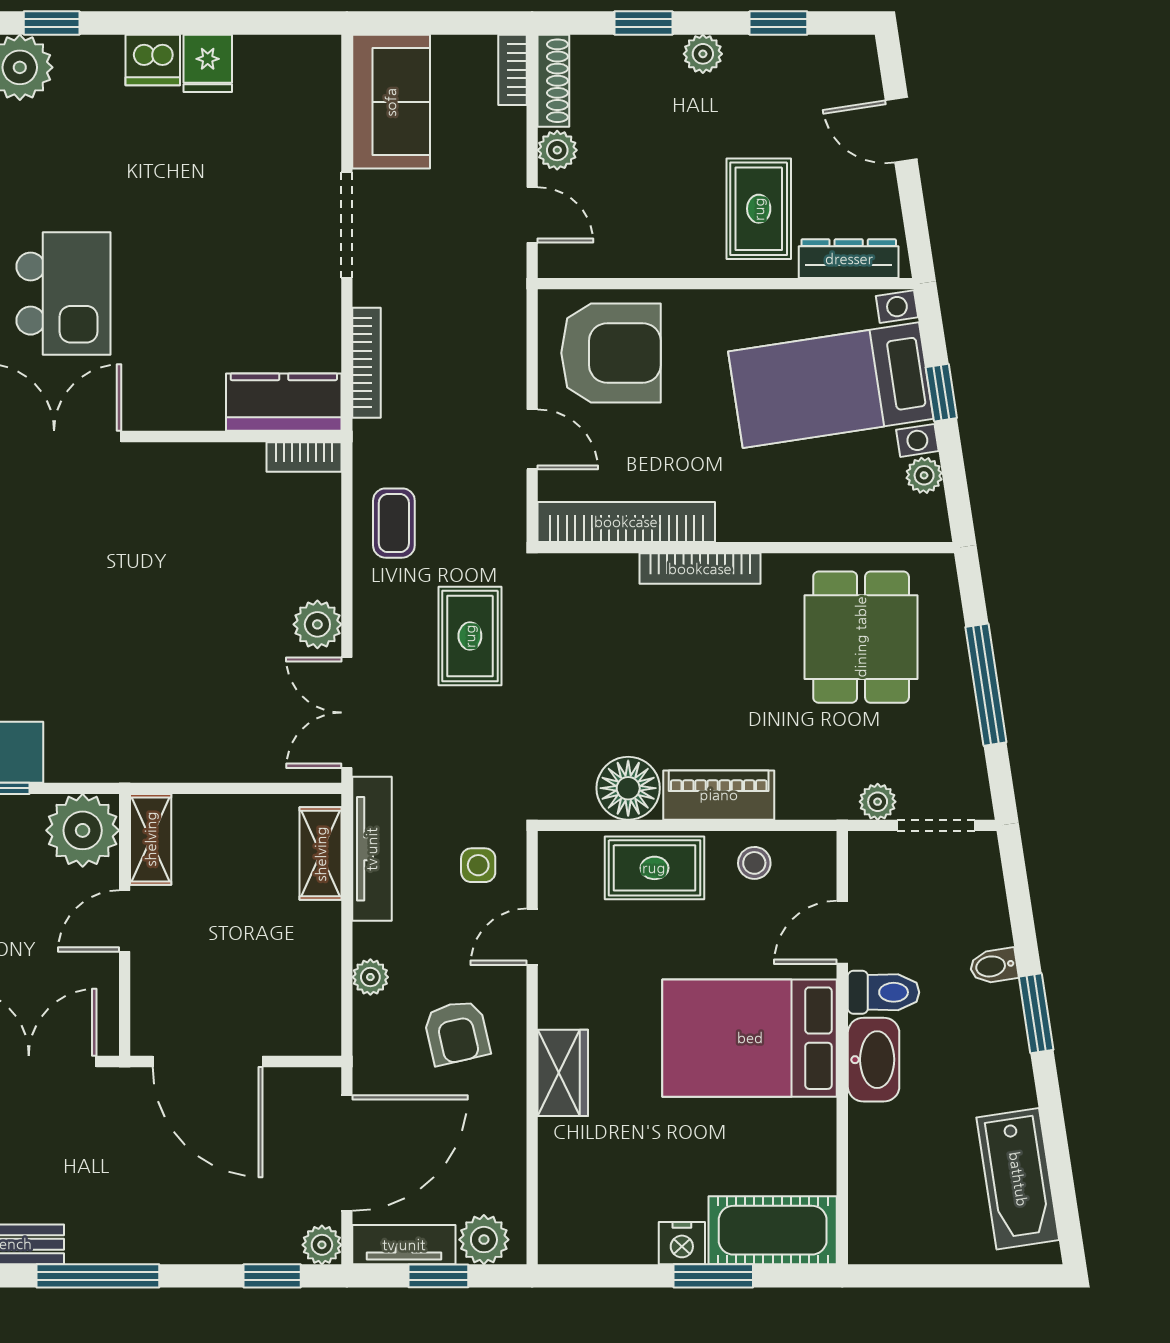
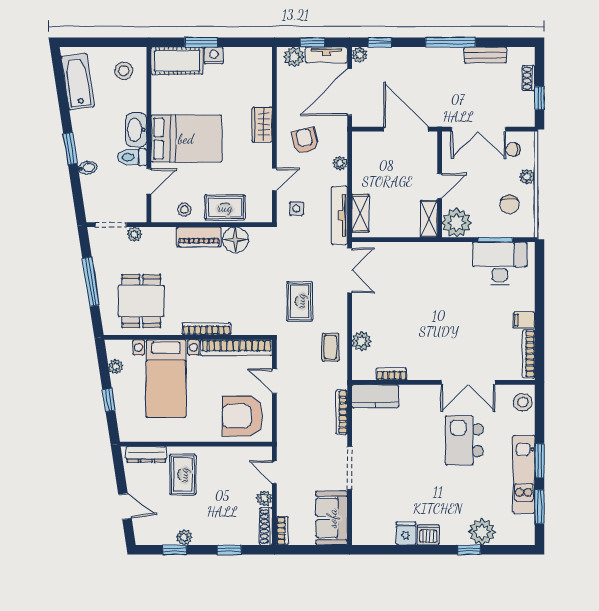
plant: (703, 54) -> (184, 537), moved
bed with nightstands: (831, 385) -> (166, 379), moved, turned 99
bookcase: (304, 457) -> (391, 374), moved
plant: (317, 624) -> (361, 341), moved
stool: (904, 1205) -> (124, 71), added

